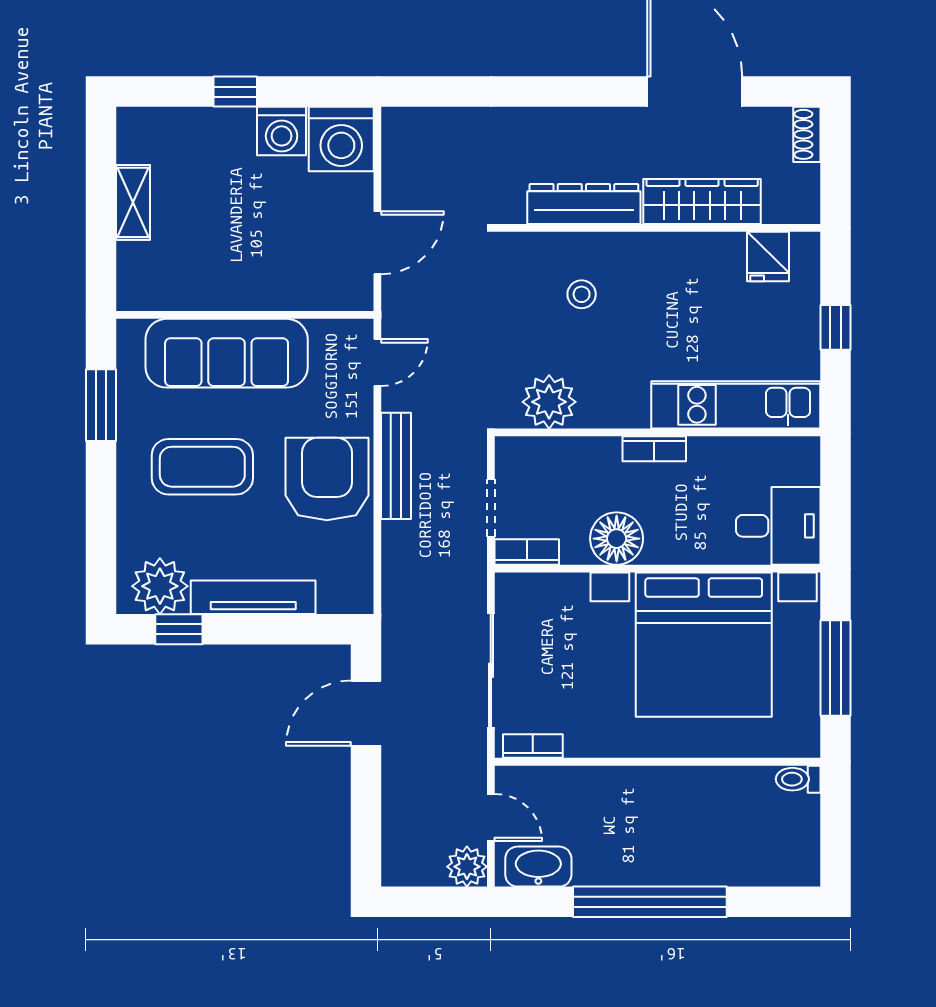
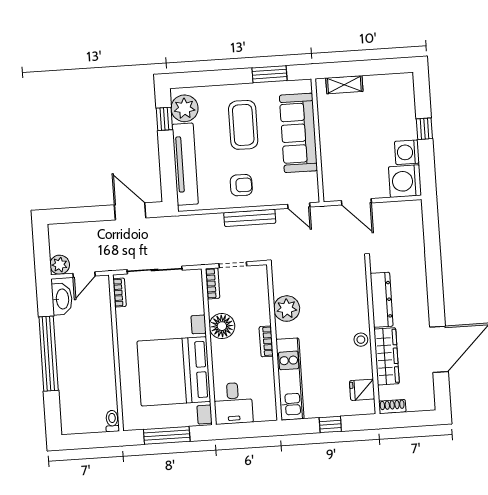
shoe rack: (807, 134) -> (392, 407), moved
shelving: (133, 202) -> (344, 85), moved
stool: (582, 294) -> (361, 340), moved
plant: (549, 402) -> (287, 309), moved
armchair: (327, 479) -> (241, 185), width x0.53, depth x0.53
tv unit: (253, 597) -> (185, 164), width x1.36, depth x1.29

